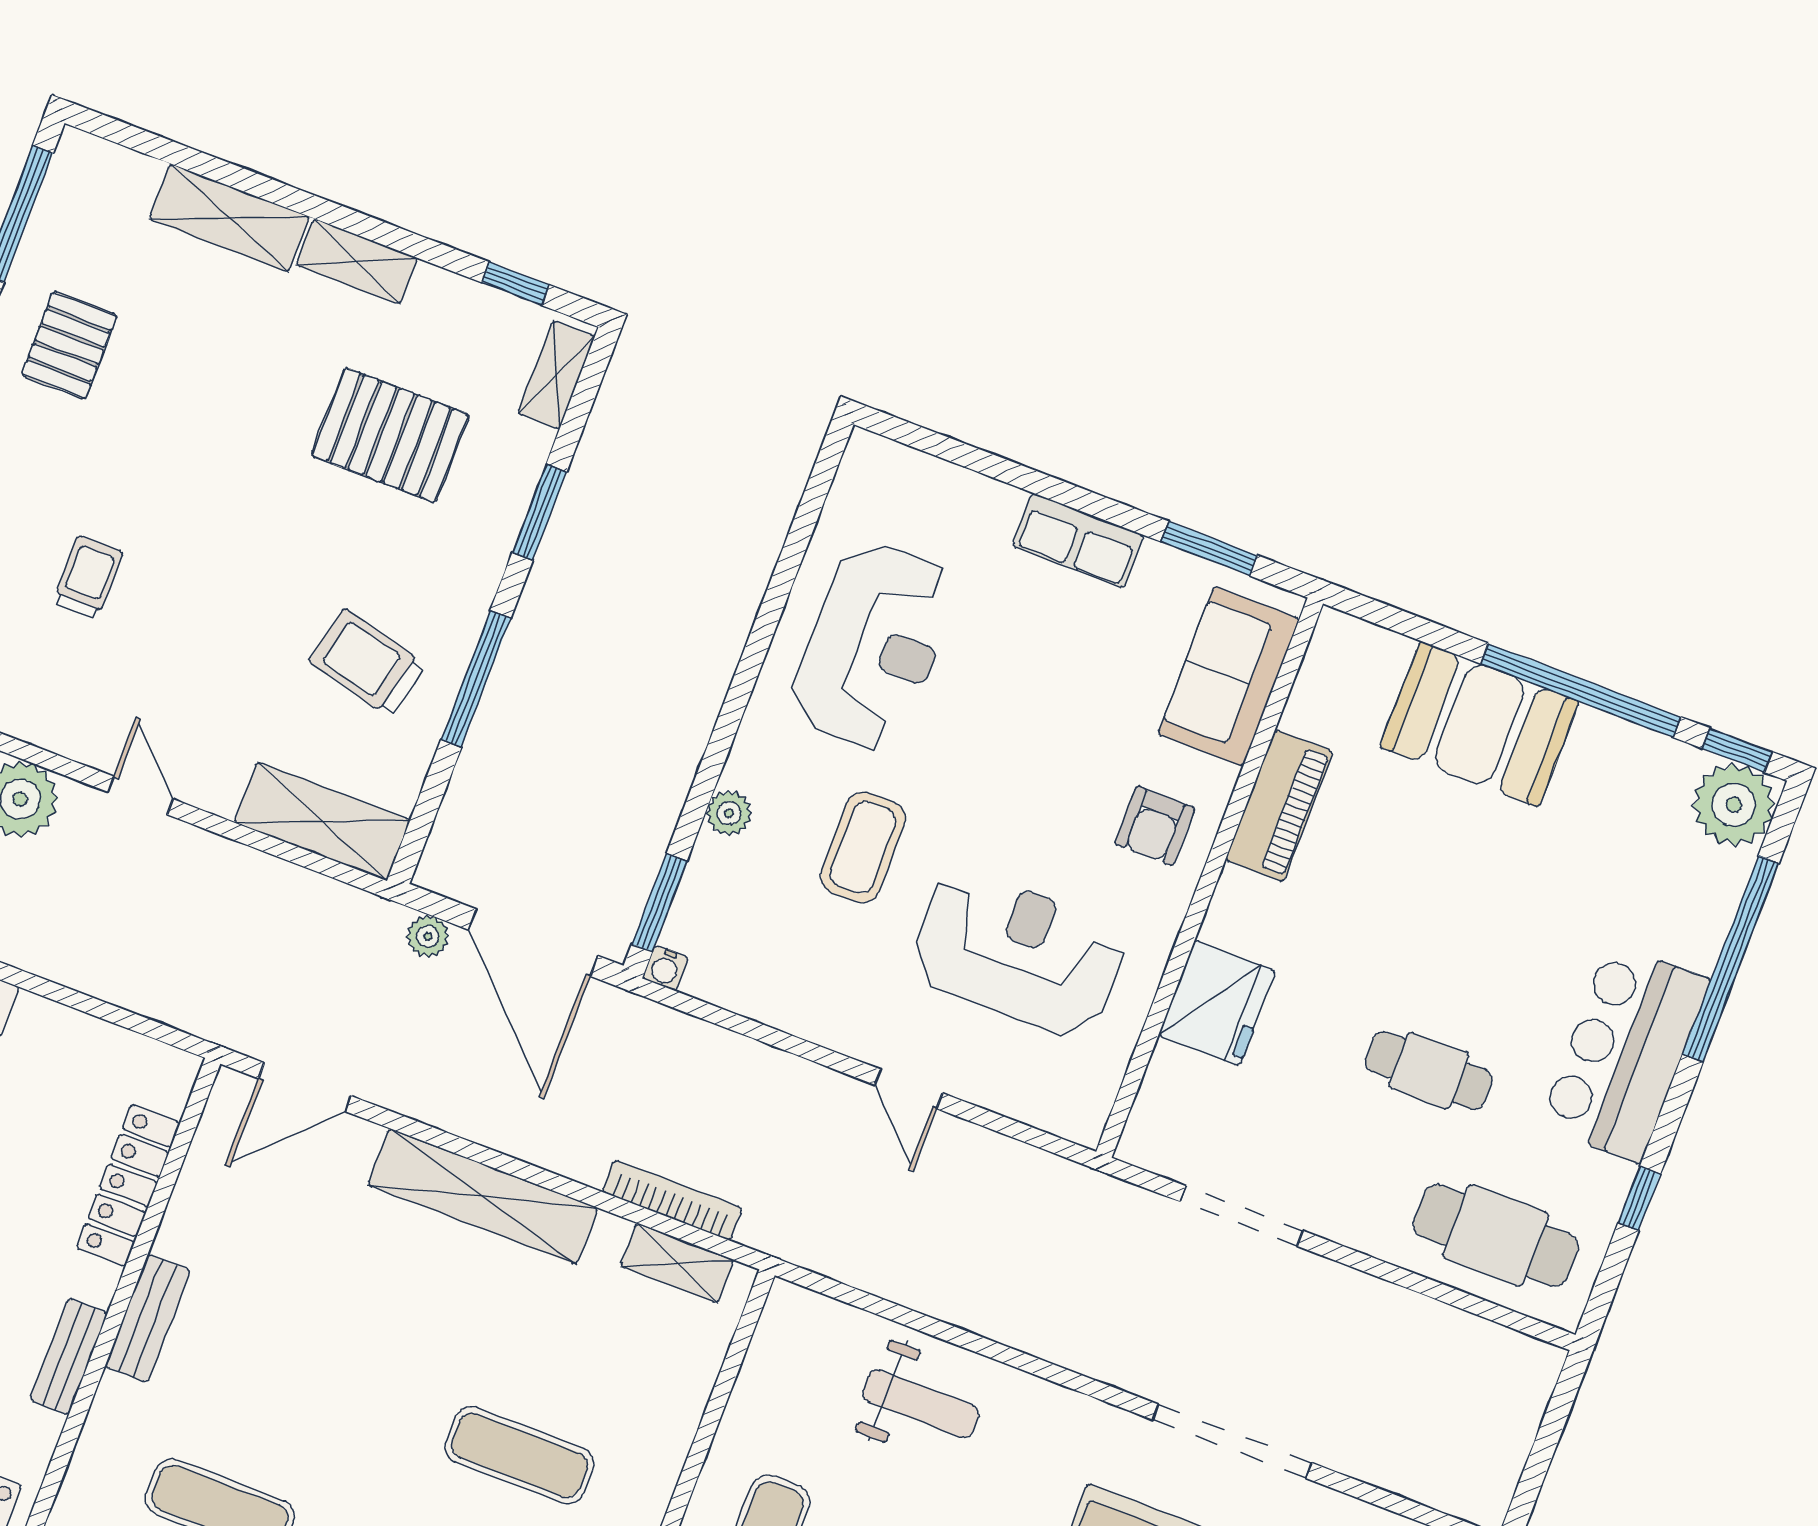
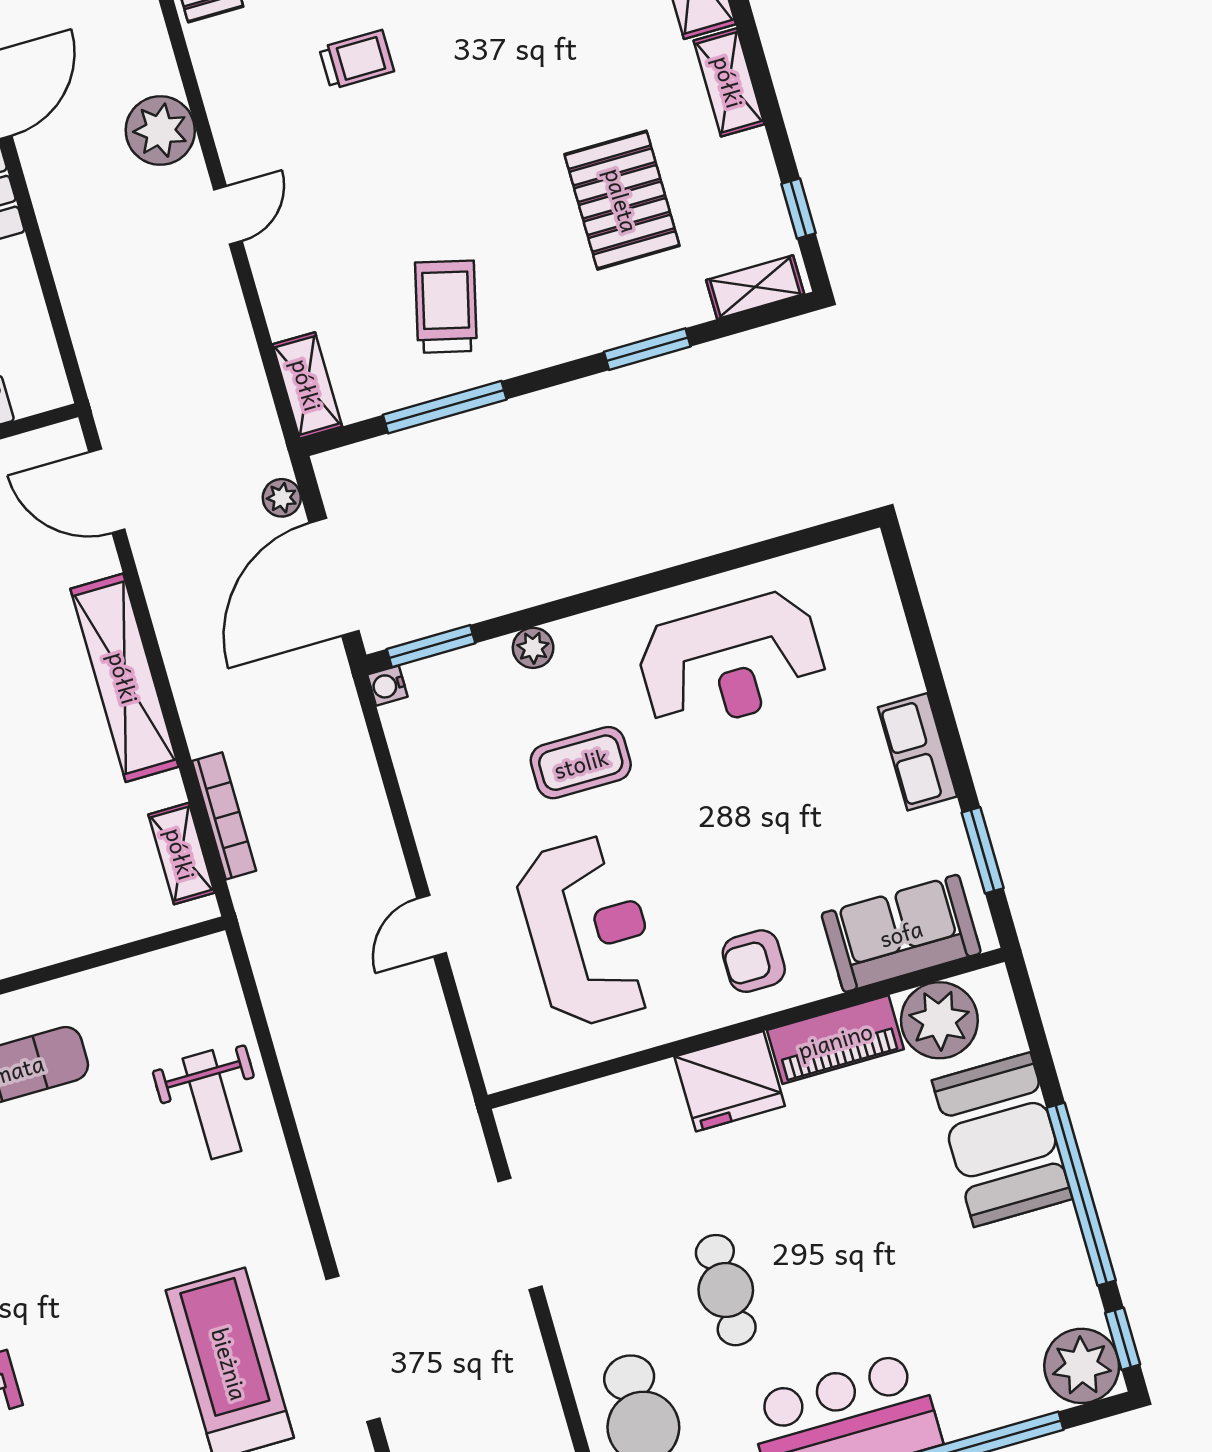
window: (476, 679) -> (445, 407), moved
plant: (1331, 700) -> (939, 1020), added
shelving: (322, 821) -> (307, 385), width x0.67, depth x0.75
fridge: (1217, 1003) -> (730, 1081), moved

